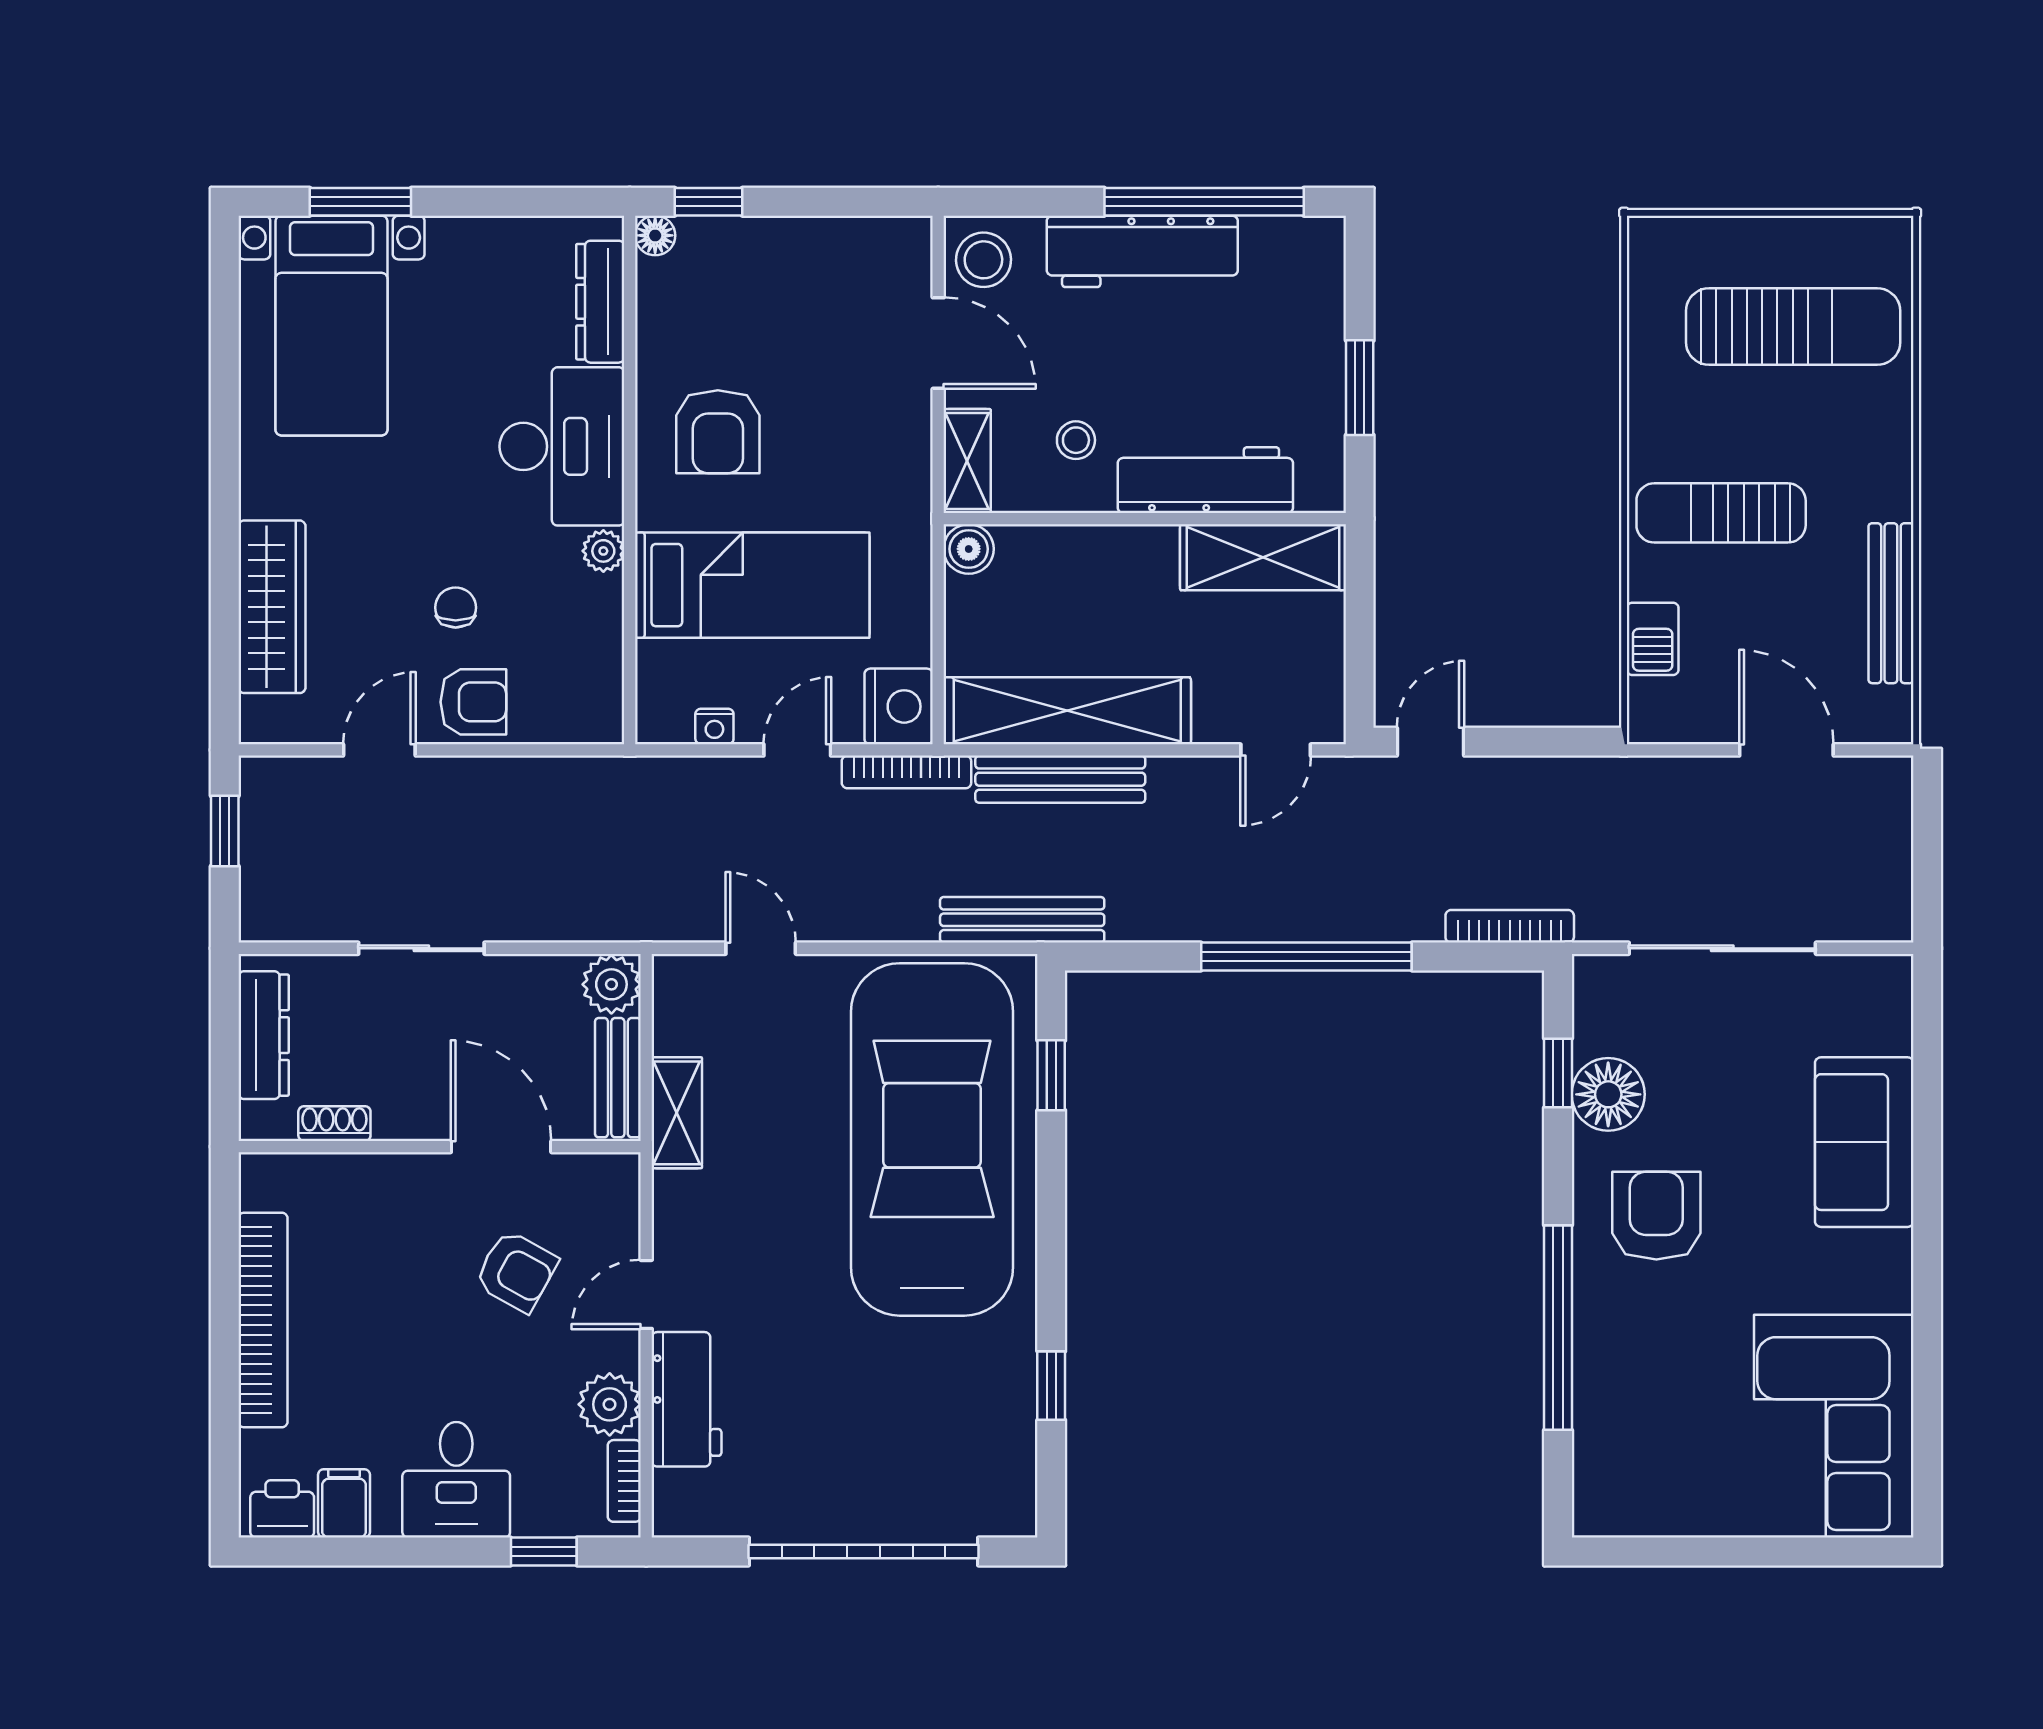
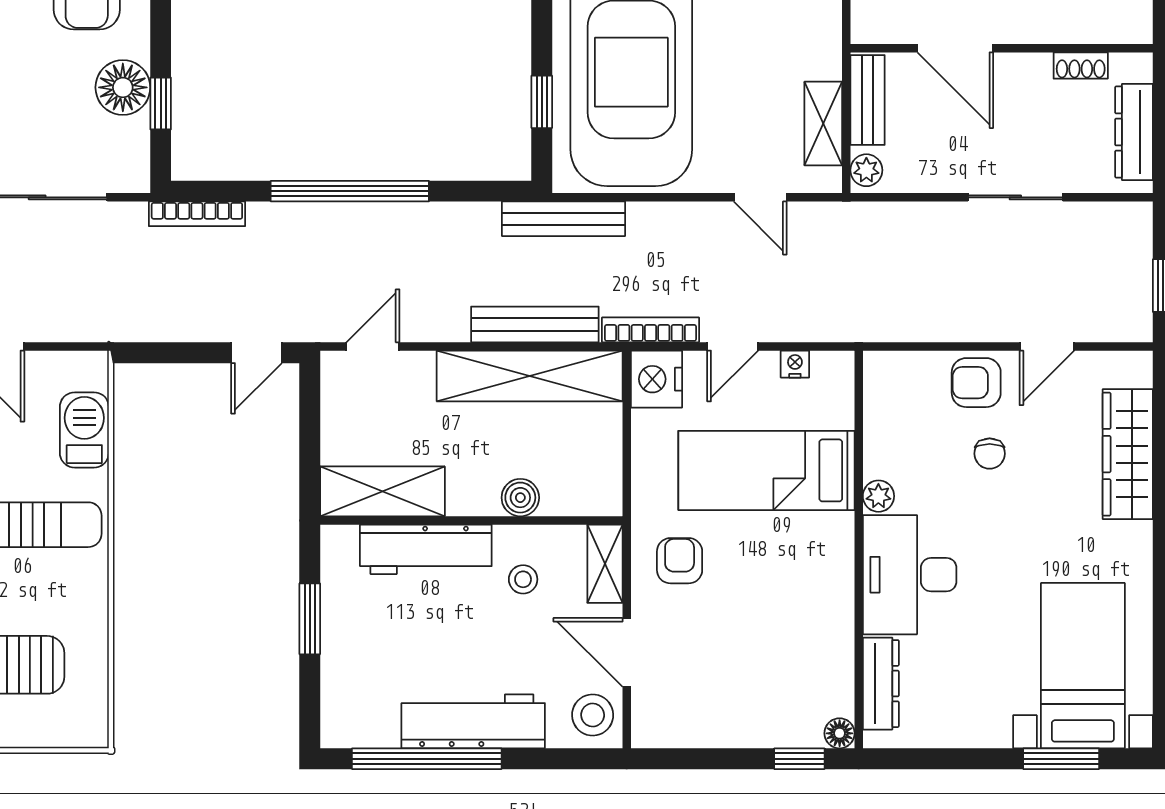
armchair: (718, 432) -> (680, 561), moved, width x0.72, depth x0.72
boiler: (969, 549) -> (520, 498), moved
barbecue: (1653, 639) -> (84, 430), width x1.38, depth x1.27
plant: (611, 984) -> (866, 170), width x0.73, depth x0.73
shelving: (677, 1113) -> (823, 124), moved

